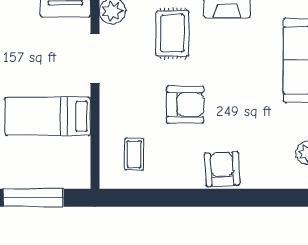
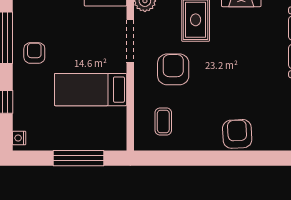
armchair: (185, 105) -> (173, 69), moved, turned -90

